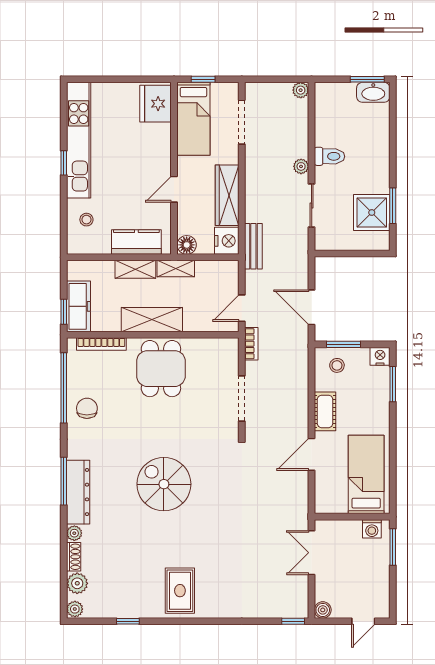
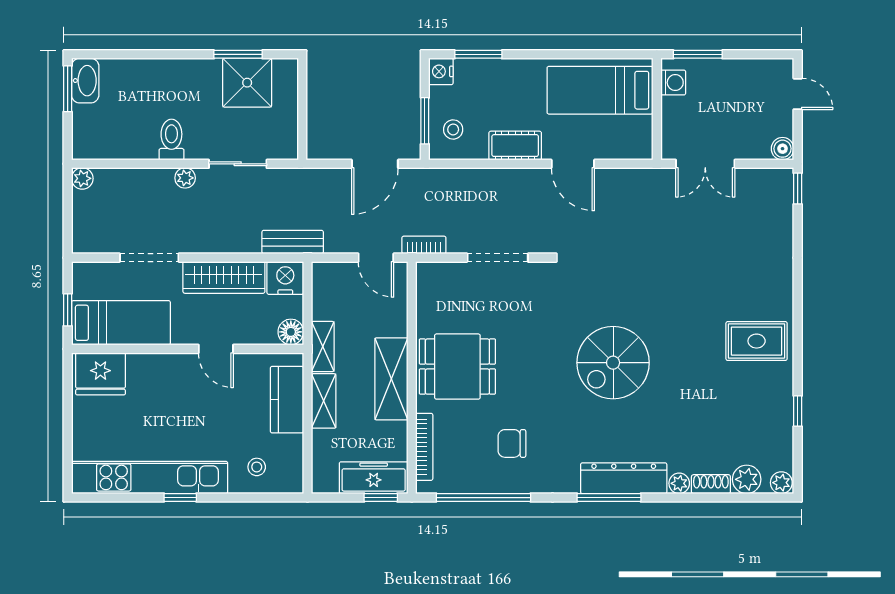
doorway: (242, 122) -> (149, 258), moved
chair: (87, 408) -> (512, 443), moved

